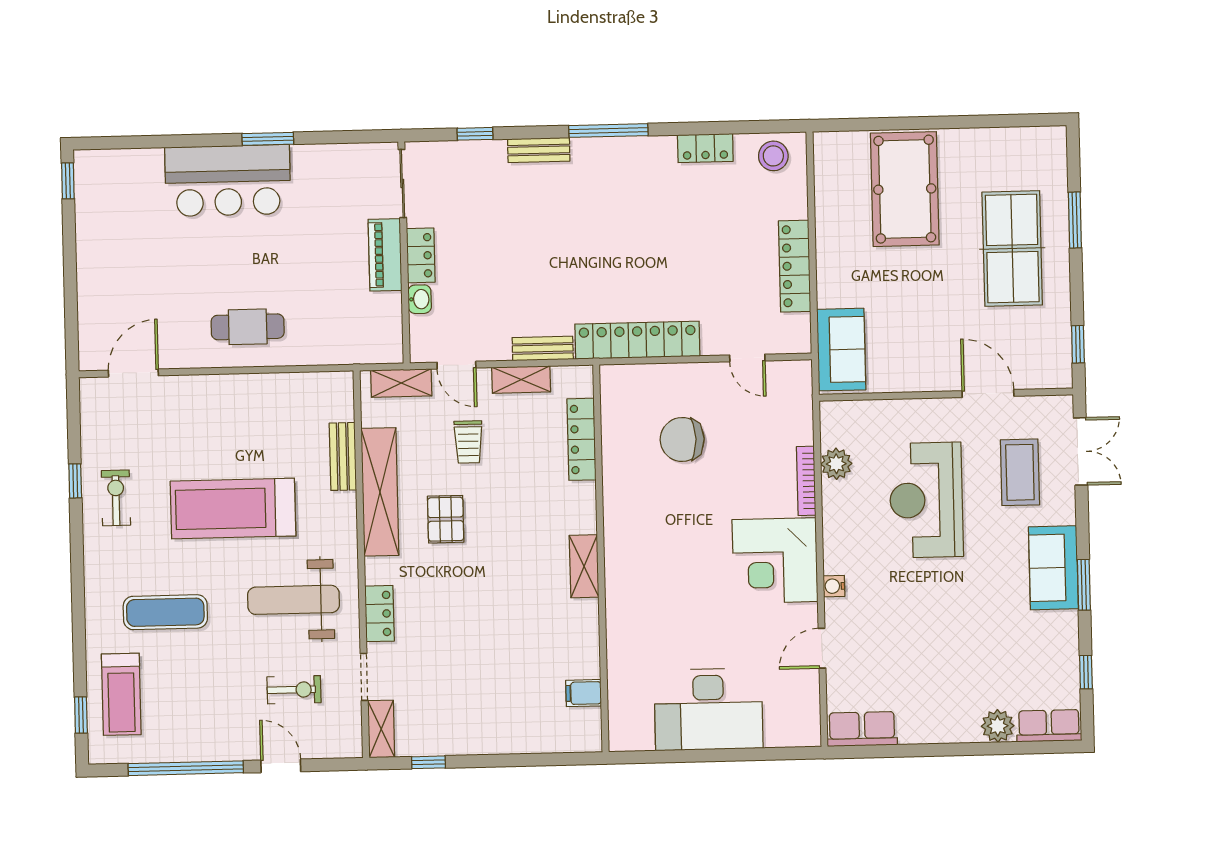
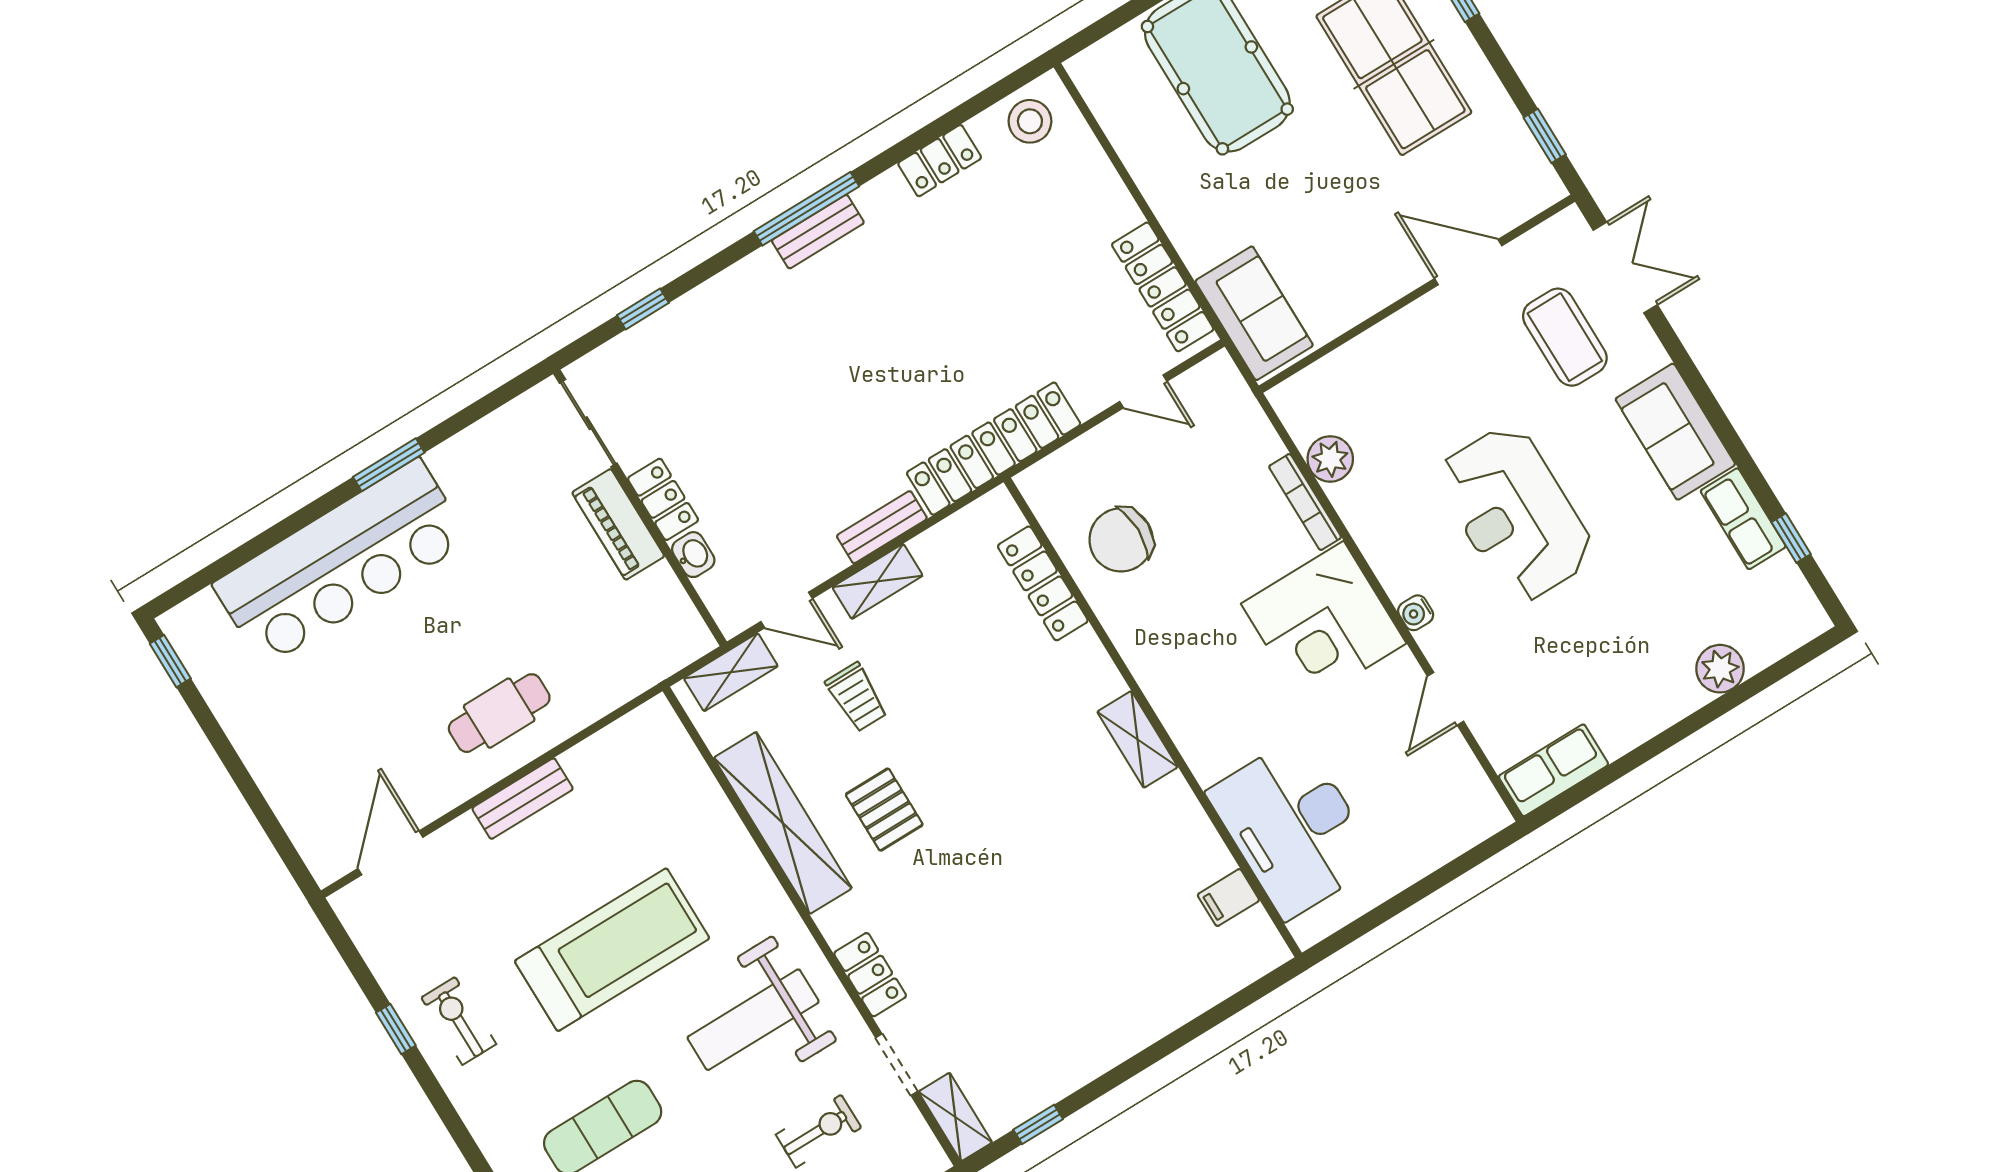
bench: (539, 150) -> (818, 232), moved
bar counter: (228, 180) -> (341, 562), width x1.36
locker: (795, 266) -> (1163, 287), moved
locker: (581, 439) -> (1043, 583), moved
bench: (343, 456) -> (523, 799), moved, turned 90
reception desk: (926, 500) -> (1515, 514), moved
treadmill: (233, 509) -> (612, 950), turned 180
wall: (601, 558) -> (1153, 717), moved
shelving: (584, 566) -> (1137, 739), moved
window: (1084, 585) -> (1725, 431), removed
filing cabinet: (584, 693) -> (1228, 898), moved
desk: (708, 709) -> (1293, 828), moved, turned 90
row of seats: (1049, 726) -> (1743, 519), moved, turned -90

